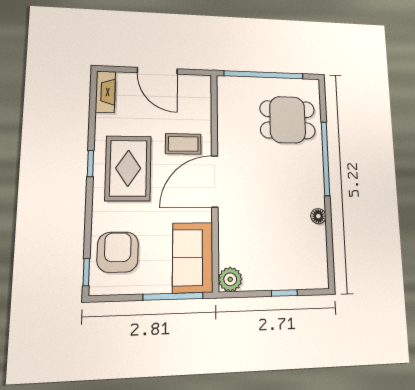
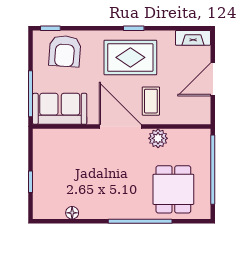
floor lamp: (318, 216) -> (72, 213), moved
armchair: (118, 252) -> (65, 51), turned 94
plant: (230, 279) -> (158, 138), moved

